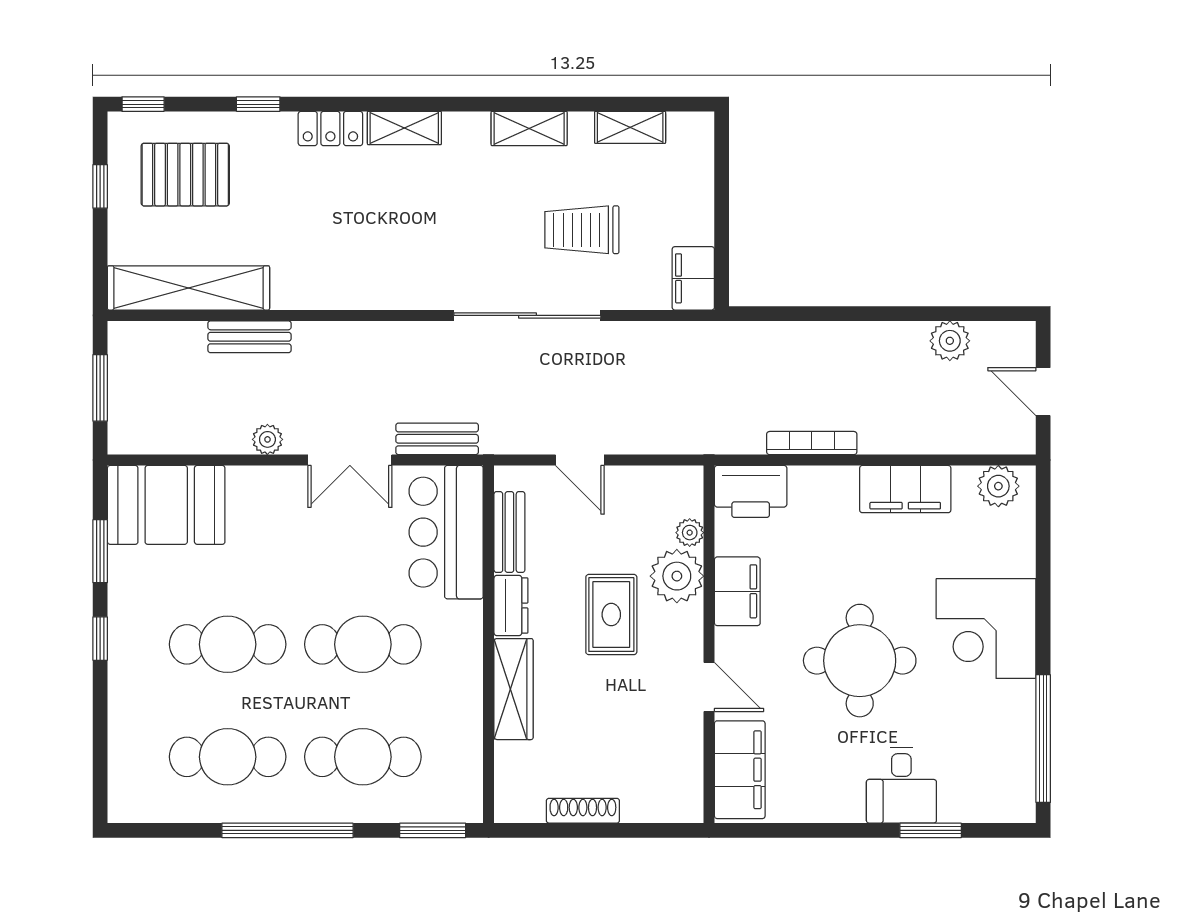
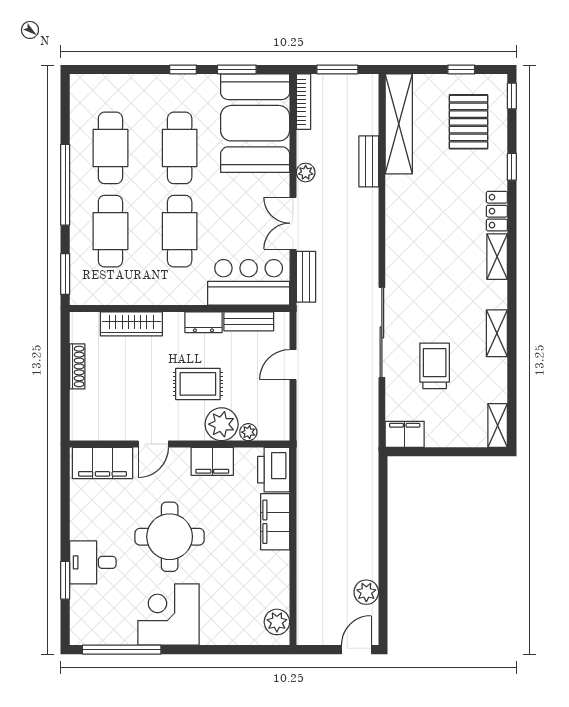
shelving: (630, 127) -> (498, 425), moved
door: (1043, 392) -> (356, 650), moved
bookcase: (812, 443) -> (303, 102), moved
filing cabinet: (905, 489) -> (275, 522), moved
booth: (166, 505) -> (255, 123), width x1.36, depth x1.42
corner desk: (986, 629) -> (169, 614), moved
wardrobe: (514, 689) -> (131, 324), moved

